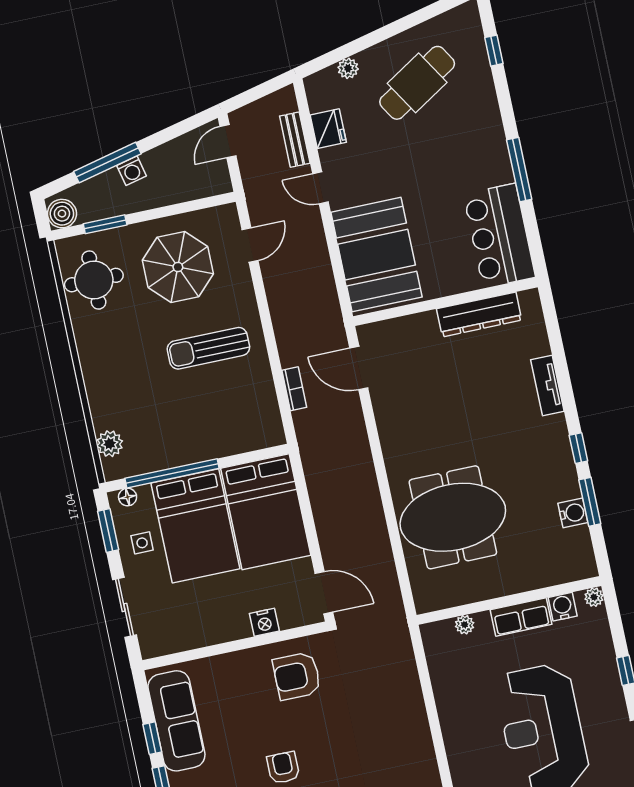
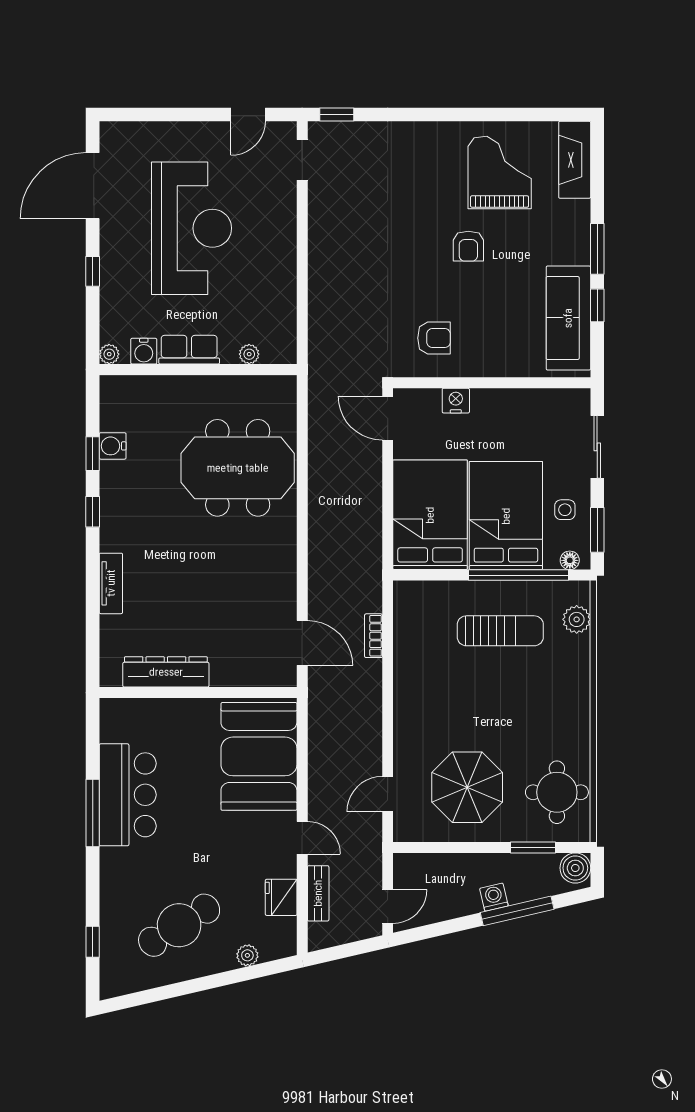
bar counter: (499, 236) -> (128, 795), moved
sun lounger: (208, 348) -> (500, 631), moved
window: (590, 502) -> (93, 454), width x0.67
armchair: (297, 676) -> (434, 338), width x0.72, depth x0.72

